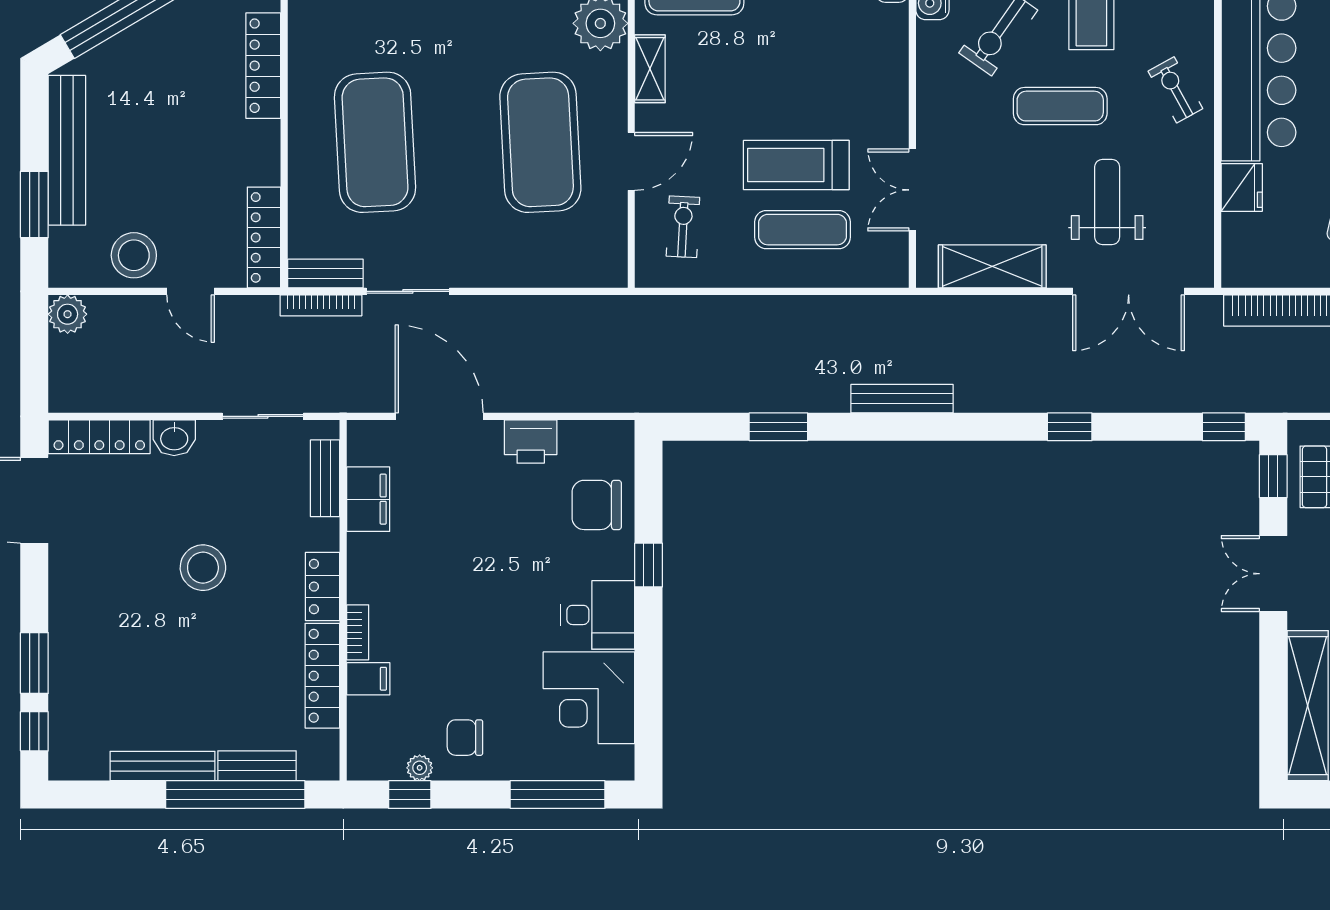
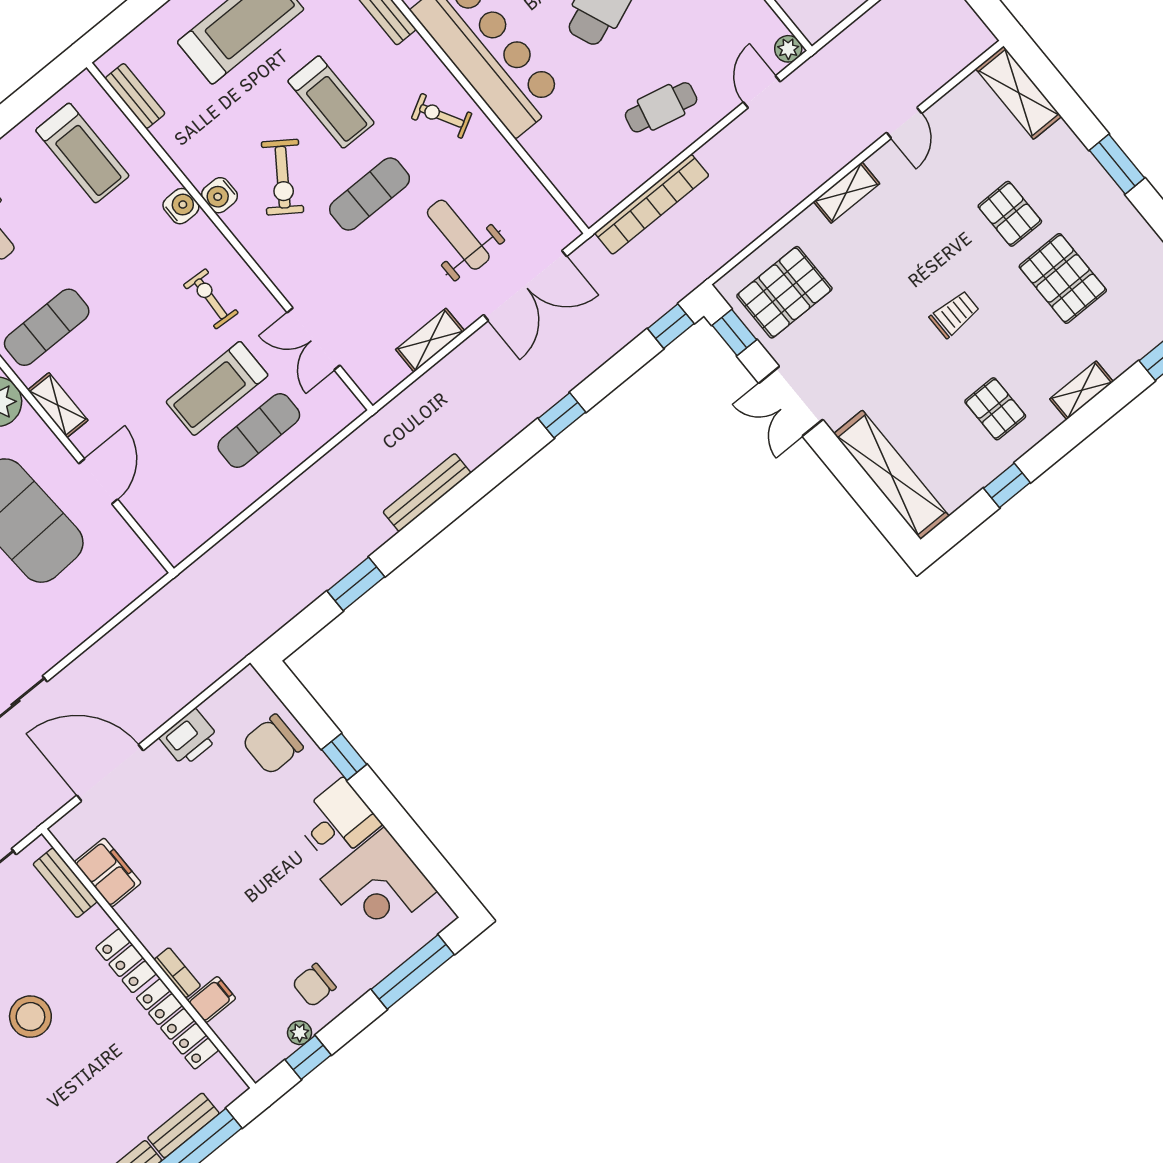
fridge: (1242, 187) -> (545, 147), removed
exercise bike: (683, 227) -> (211, 299), moved
shelving: (992, 266) -> (430, 340), width x0.67, depth x0.75

